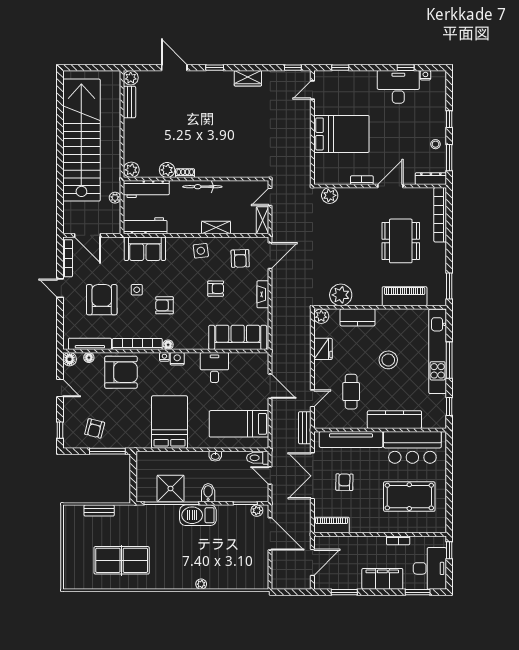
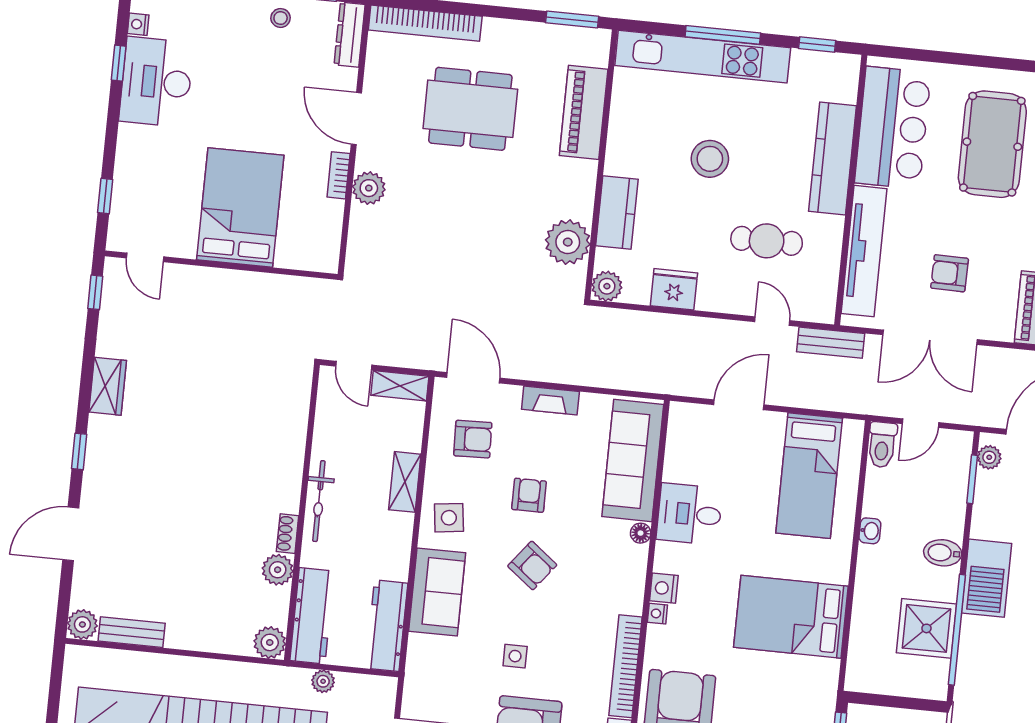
plant: (330, 195) -> (369, 188), moved
sofa: (145, 249) -> (437, 592), moved
armchair: (164, 305) -> (532, 565), moved, turned -52
floor lamp: (168, 345) -> (641, 533), moved

